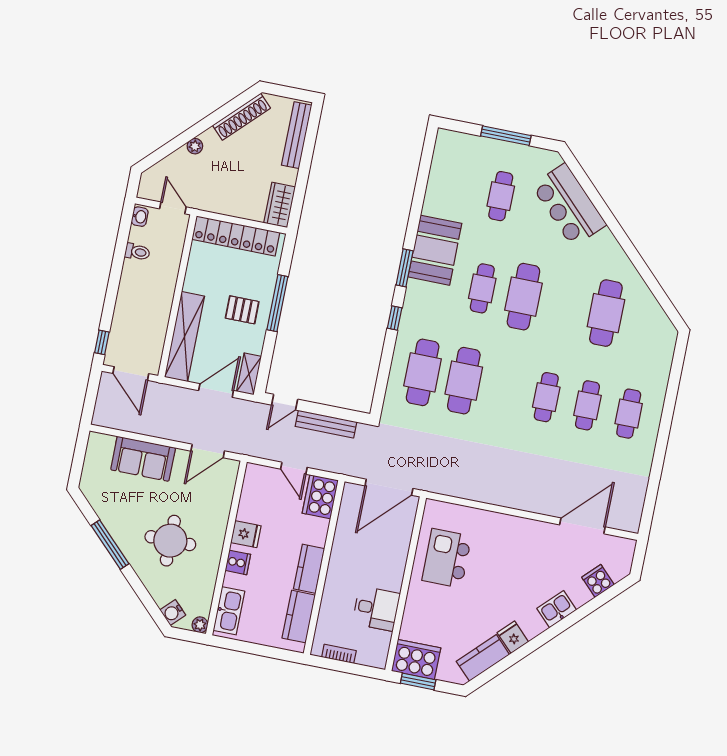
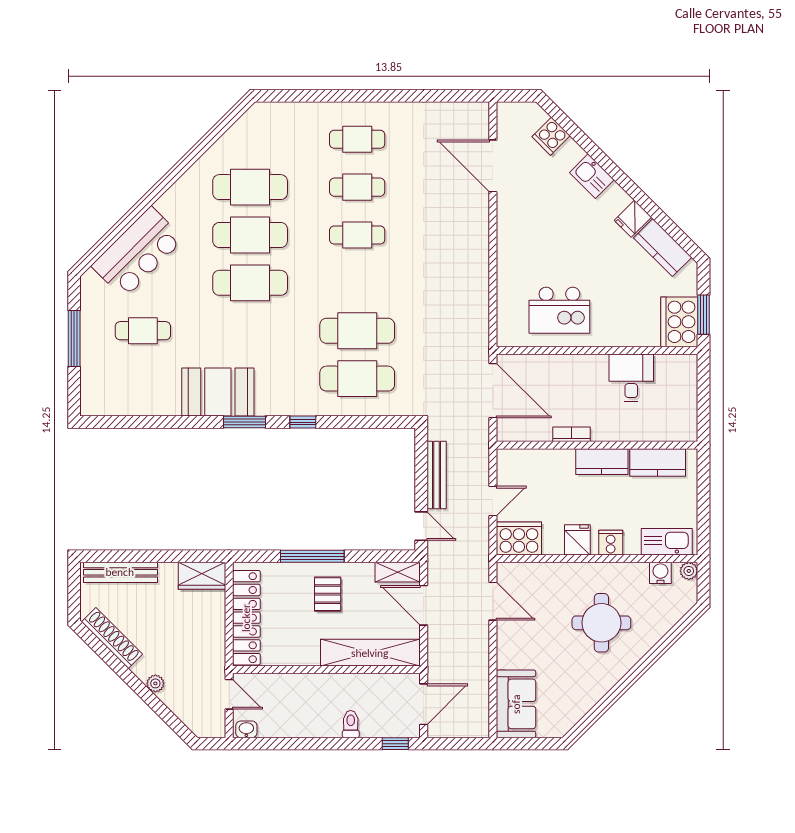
door: (173, 208) -> (229, 694), swing flipped
toilet: (137, 252) -> (351, 724), moved
cafe table: (482, 288) -> (250, 235), moved, width x1.37, depth x1.35
sofa: (143, 459) -> (516, 704), moved
cooker: (320, 497) -> (519, 538), moved, turned 180
window: (110, 545) -> (619, 689), removed
water cooler: (173, 612) -> (660, 573), moved, turned -135
bookcase: (339, 654) -> (572, 434), moved, turned 90

